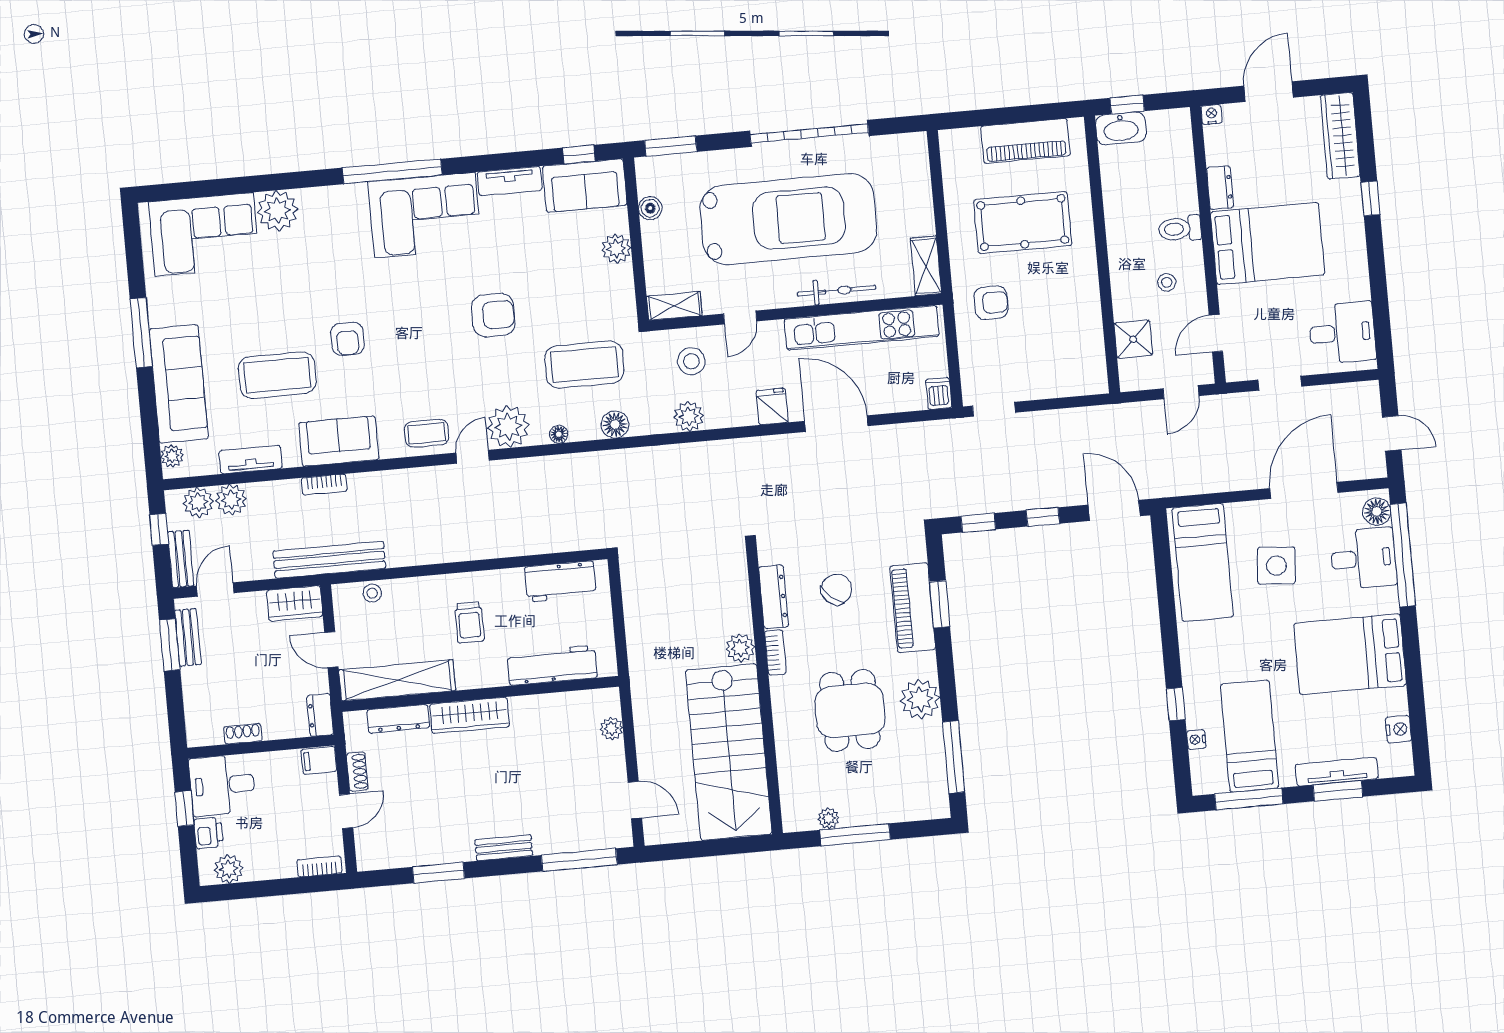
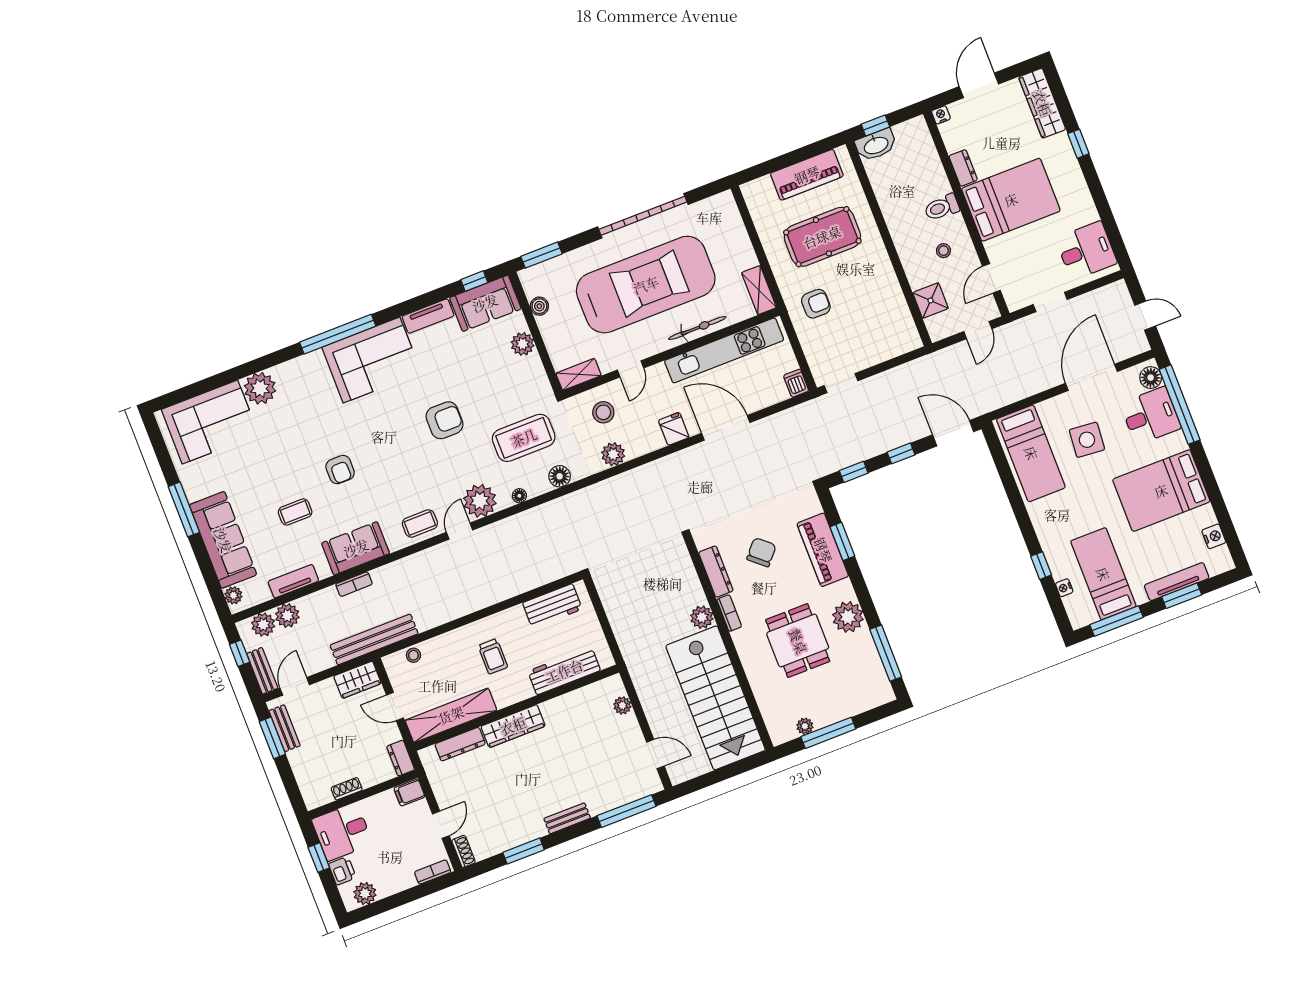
coffee table: (277, 375) -> (295, 512), width x0.54, depth x0.58
shoe rack: (357, 772) -> (464, 851), moved

